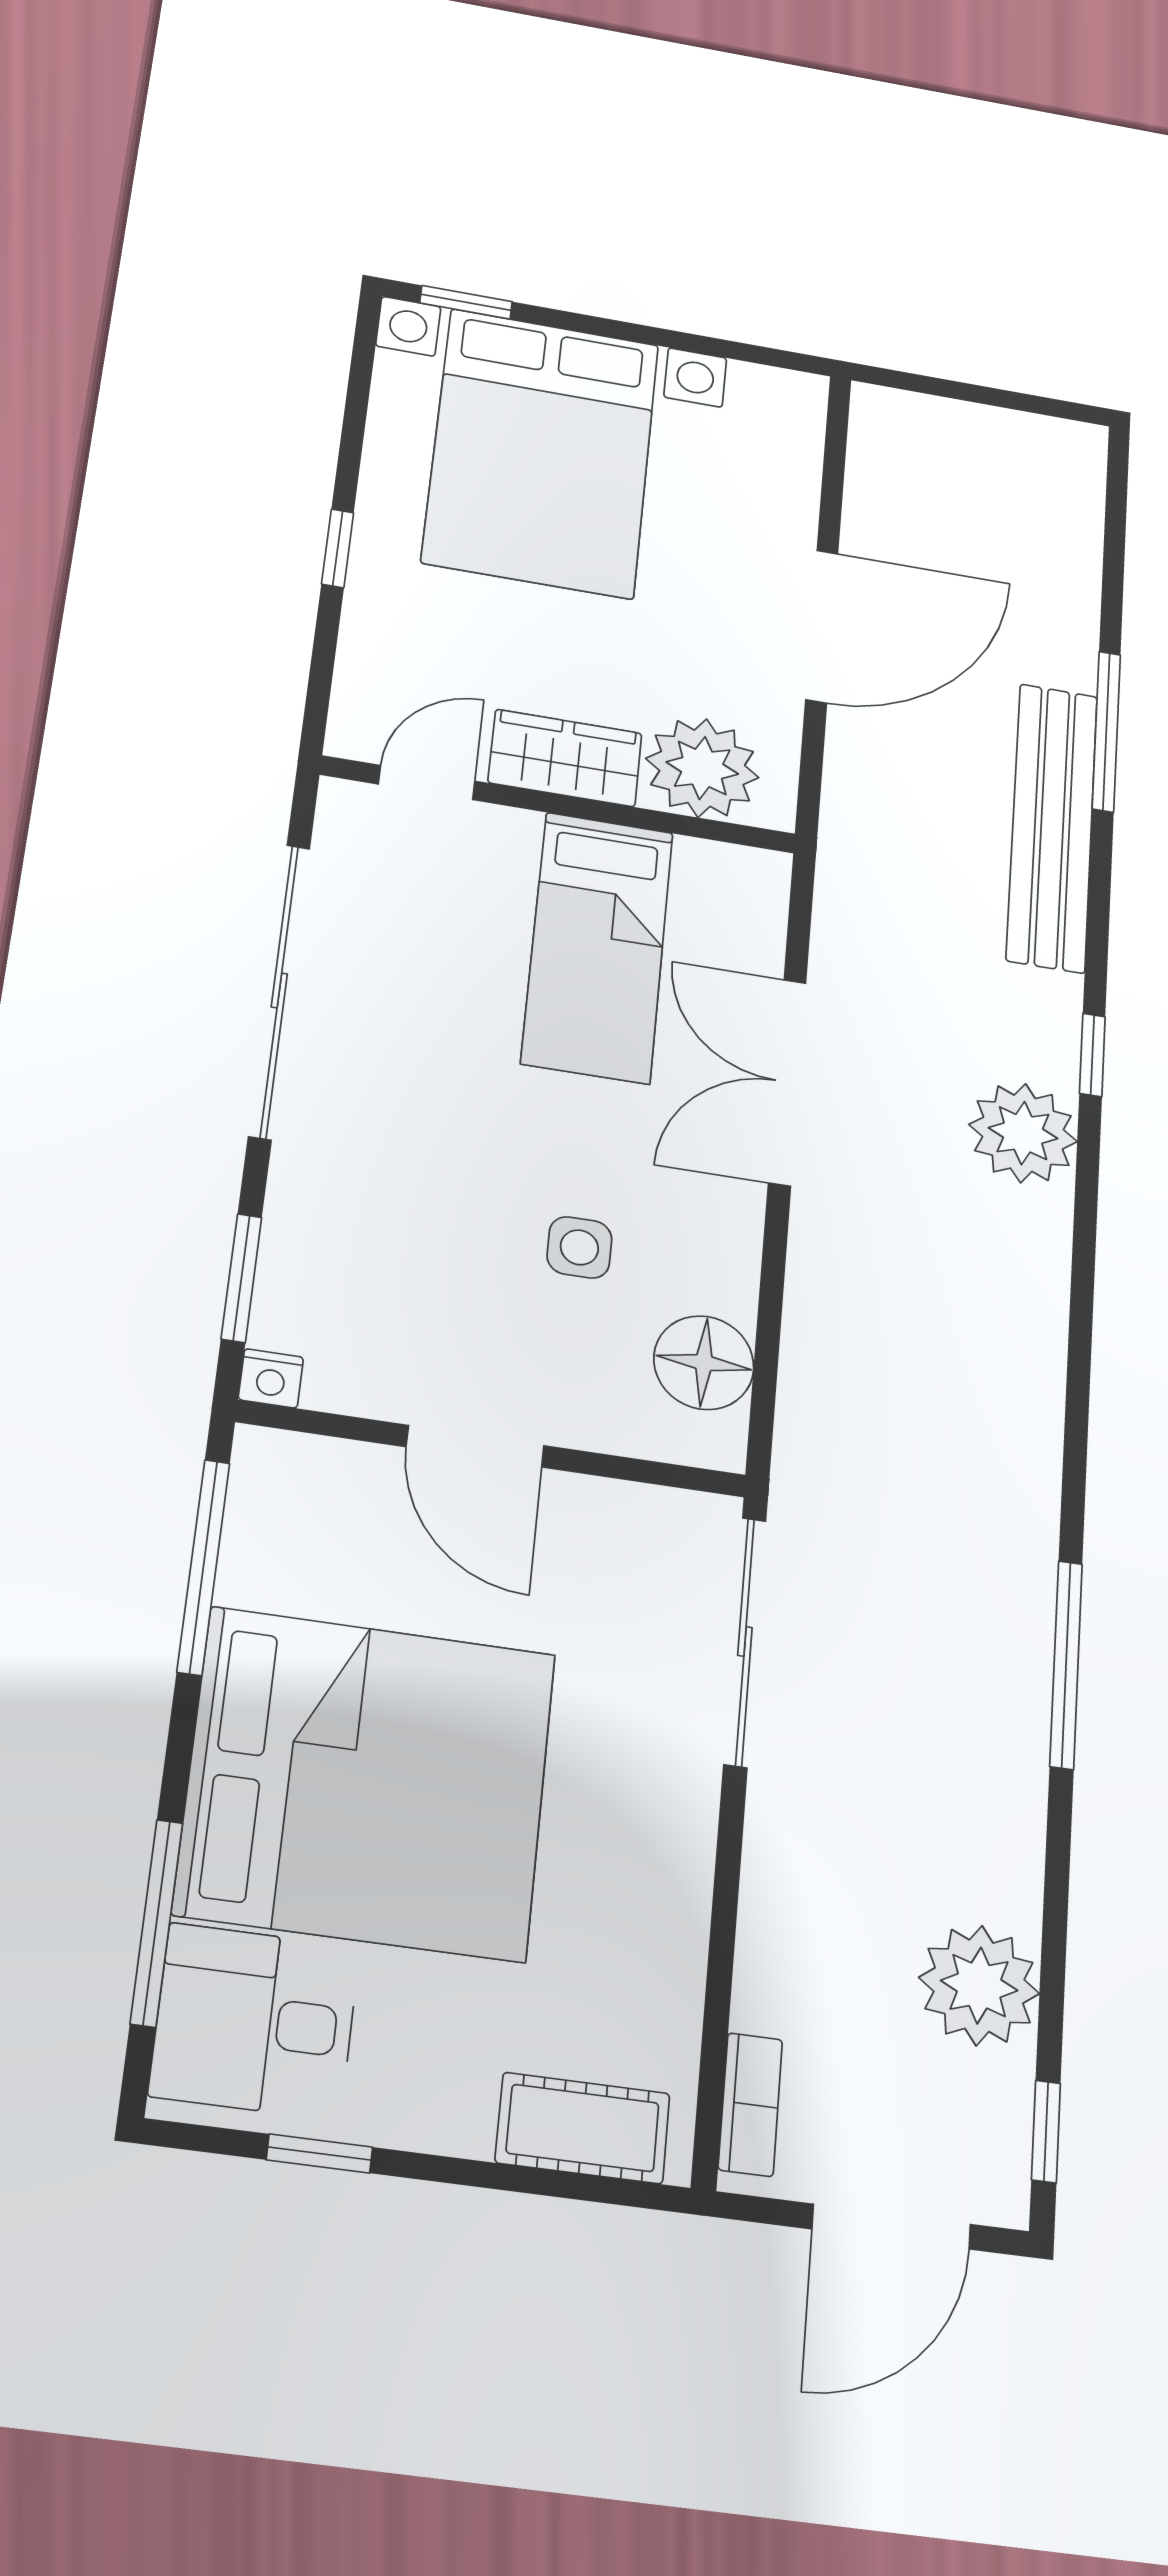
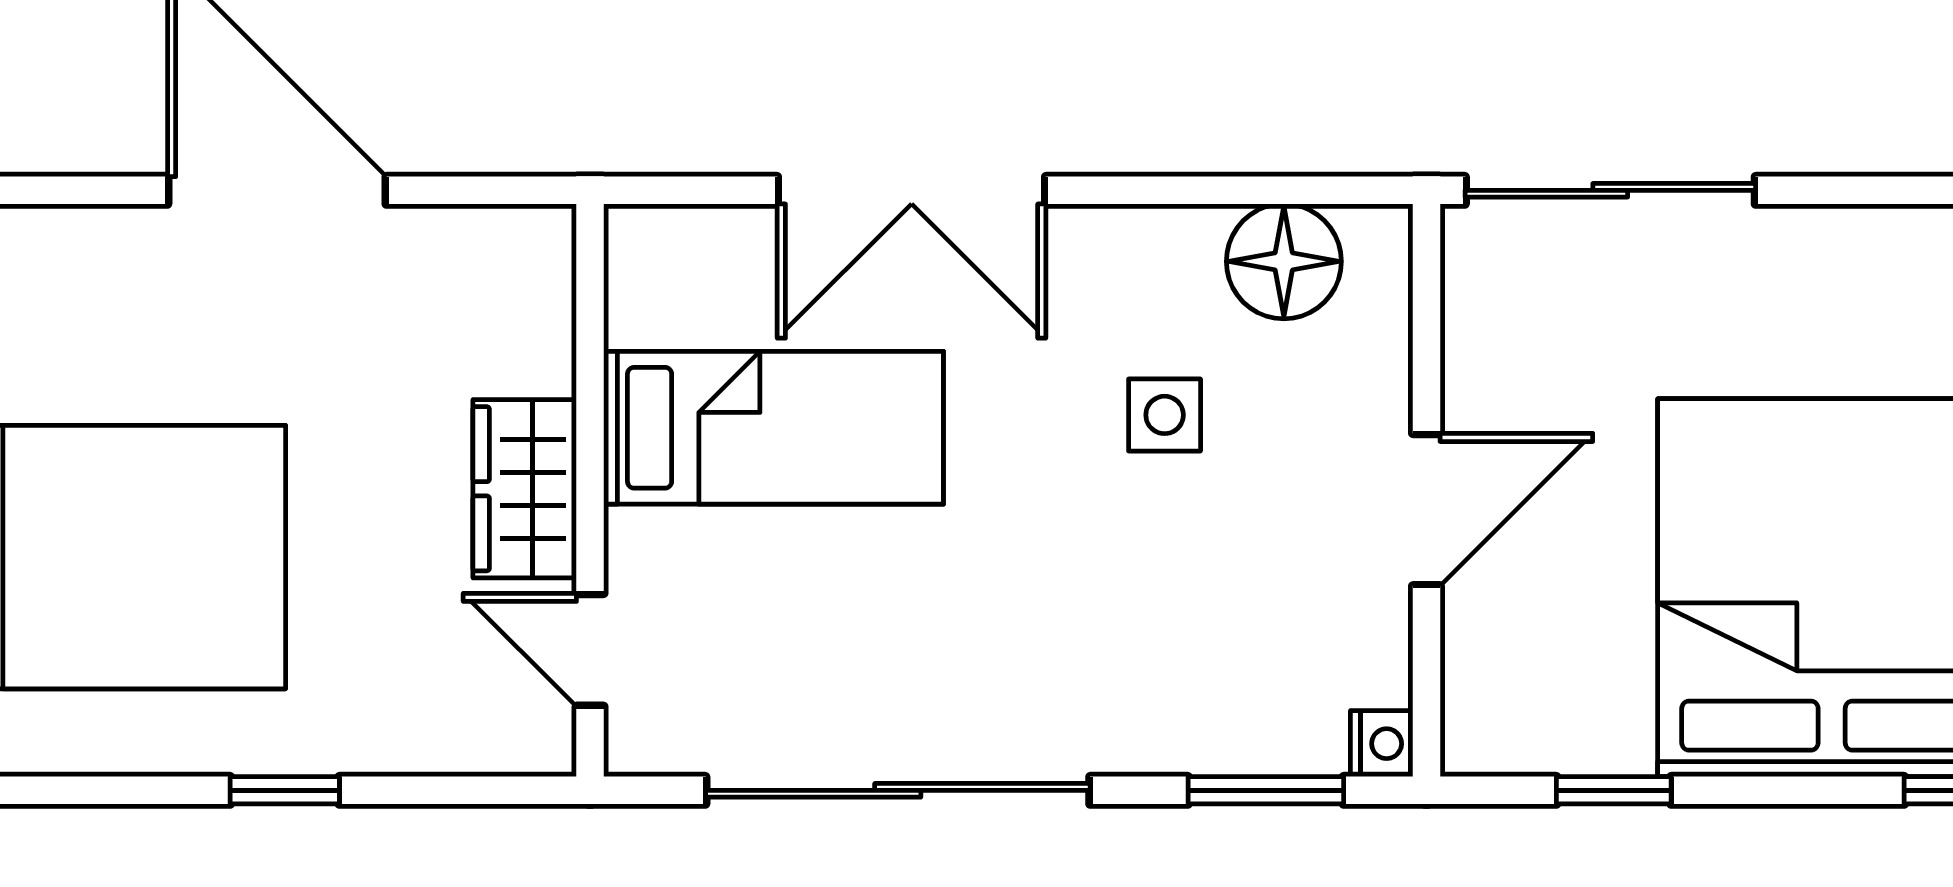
plant: (702, 768) -> (507, 323), removed
window: (203, 1567) -> (1614, 790), width x0.46

